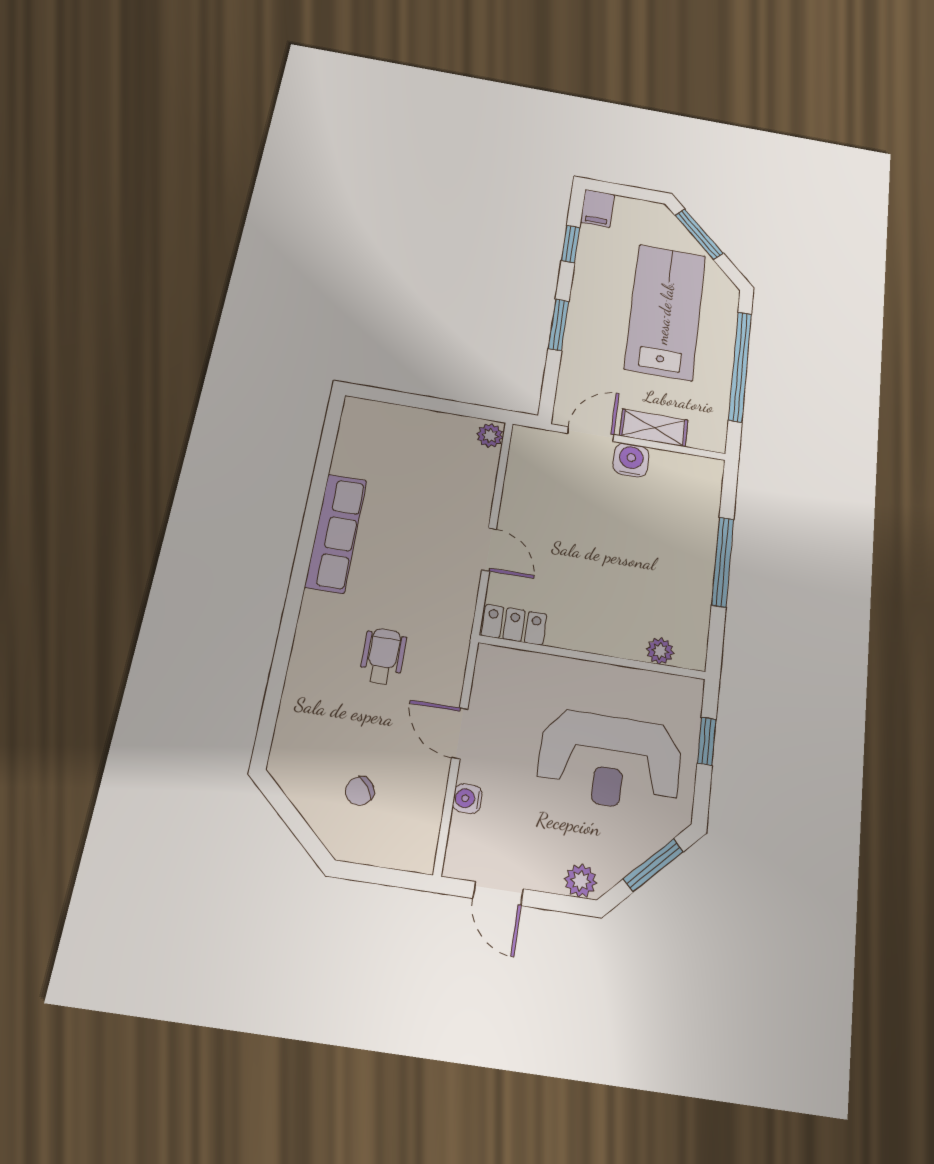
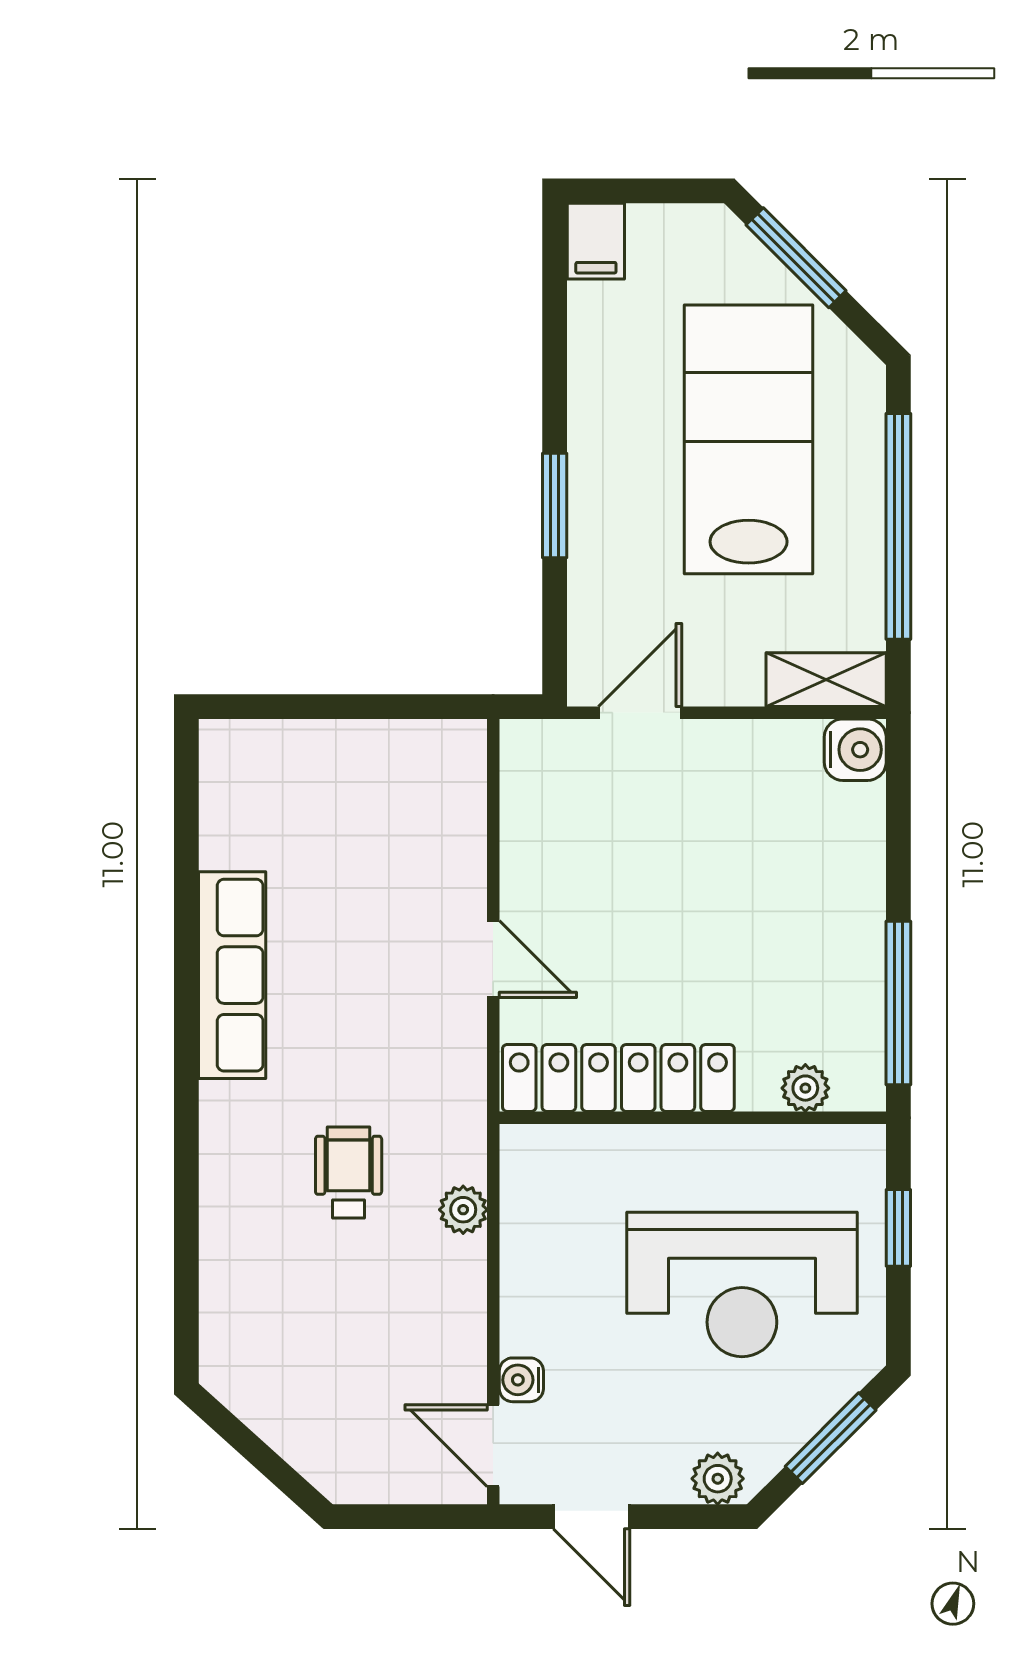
window: (571, 244) -> (555, 330), removed
shelving: (654, 428) -> (826, 680), moved
plant: (490, 436) -> (463, 1210), moved
water cooler: (631, 460) -> (855, 750), moved, turned 90
window: (723, 562) -> (898, 1003), moved
locker: (514, 625) -> (618, 1078), width x2.16, depth x1.21
door: (460, 733) -> (493, 1446), moved
chair: (360, 791) -> (351, 1394), removed

